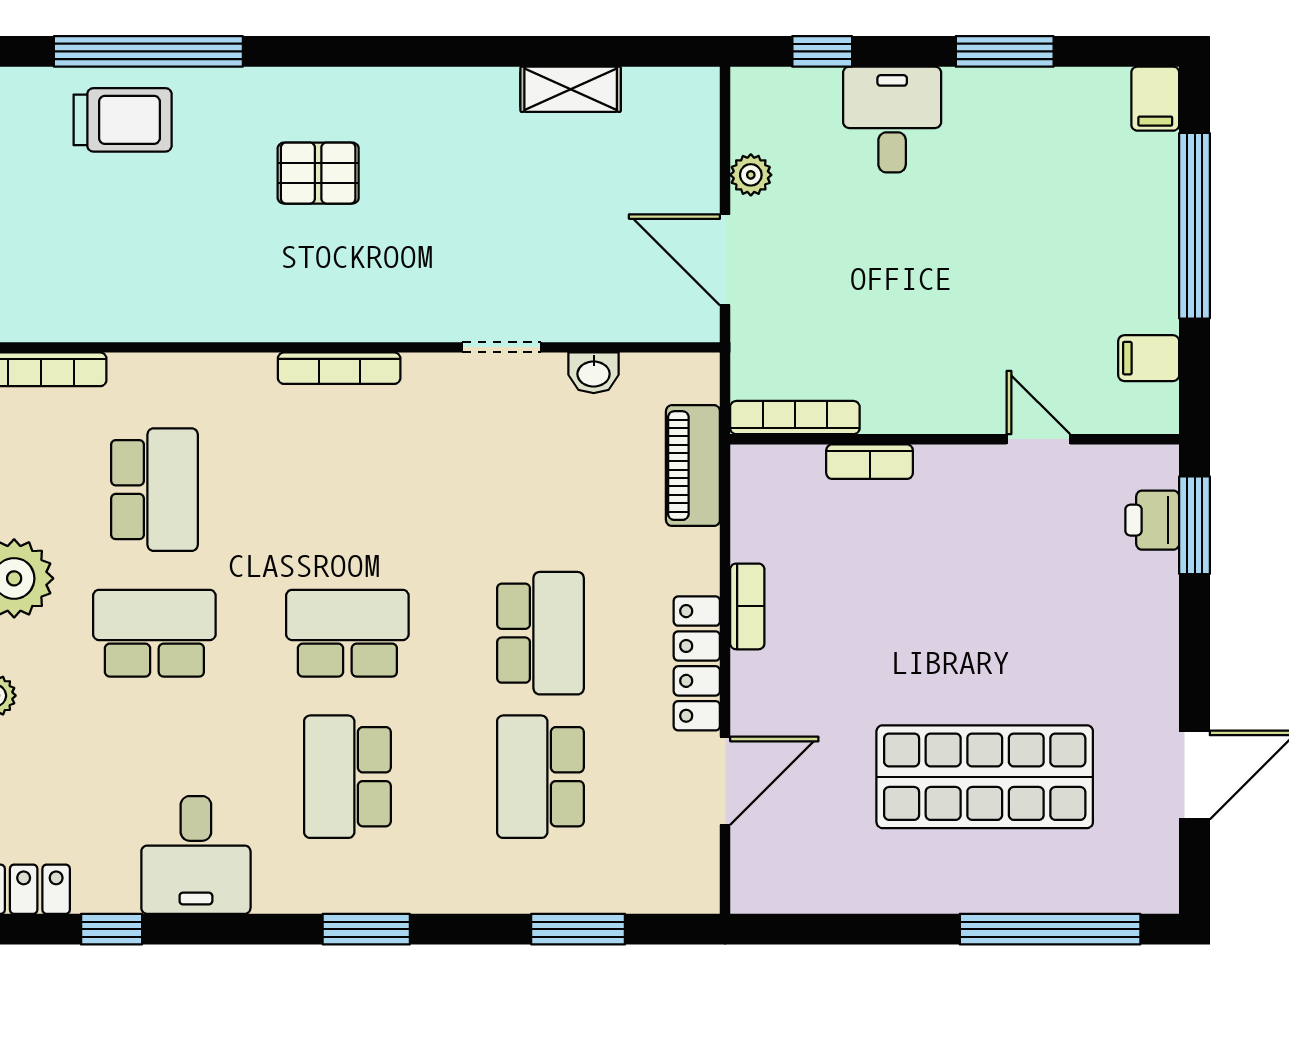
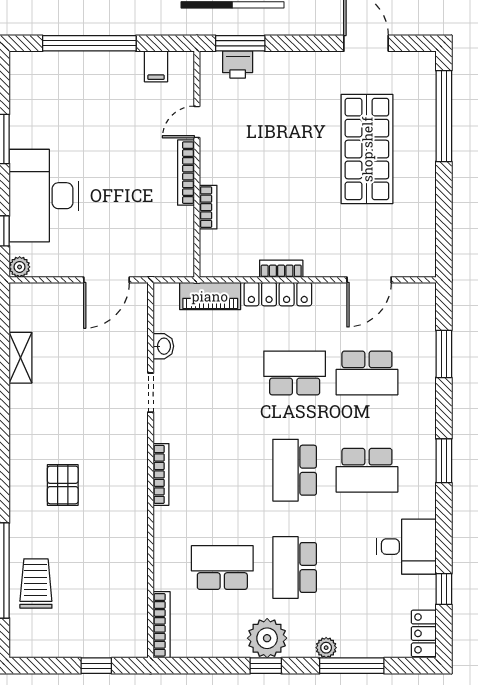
filing cabinet: (1155, 99) -> (25, 63), removed
desk: (892, 120) -> (44, 196), width x1.87, depth x1.30
plant: (751, 175) -> (20, 267), moved
bookcase: (795, 418) -> (186, 173), moved
locker: (697, 663) -> (278, 294), moved
door: (725, 781) -> (369, 280), swing flipped

